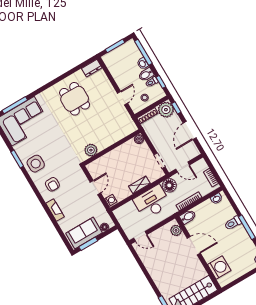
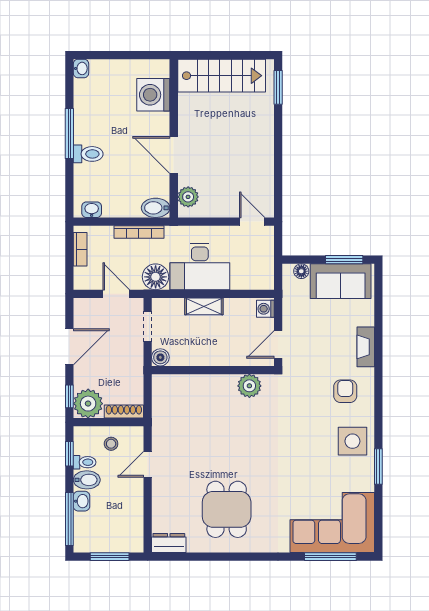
boiler: (139, 139) -> (160, 357), moved
wall: (112, 147) -> (213, 370), moved
plant: (91, 150) -> (249, 386), moved

